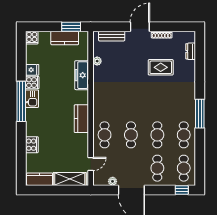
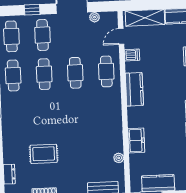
freezer: (82, 75) -> (136, 140), width x0.71
dishwasher: (82, 148) -> (132, 55), added
window: (182, 190) -> (32, 10), moved

